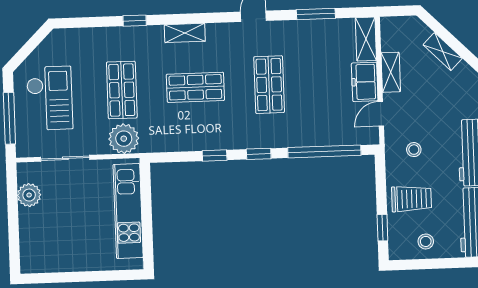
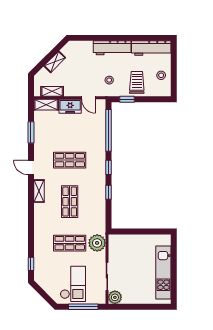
window: (135, 21) -> (31, 264), moved
shelving: (185, 33) -> (39, 191), moved
shelving: (391, 72) -> (52, 91), moved
checkout: (50, 98) -> (73, 284), turned 90
plant: (29, 195) -> (115, 297), moved
kitchen unit: (128, 211) -> (163, 273), moved, turned 90
window: (382, 228) -> (127, 99), moved

